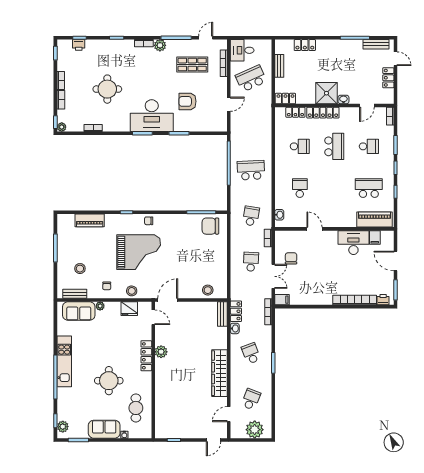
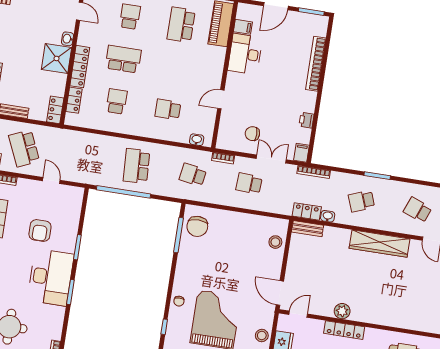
printer: (383, 300) -> (307, 120), moved

